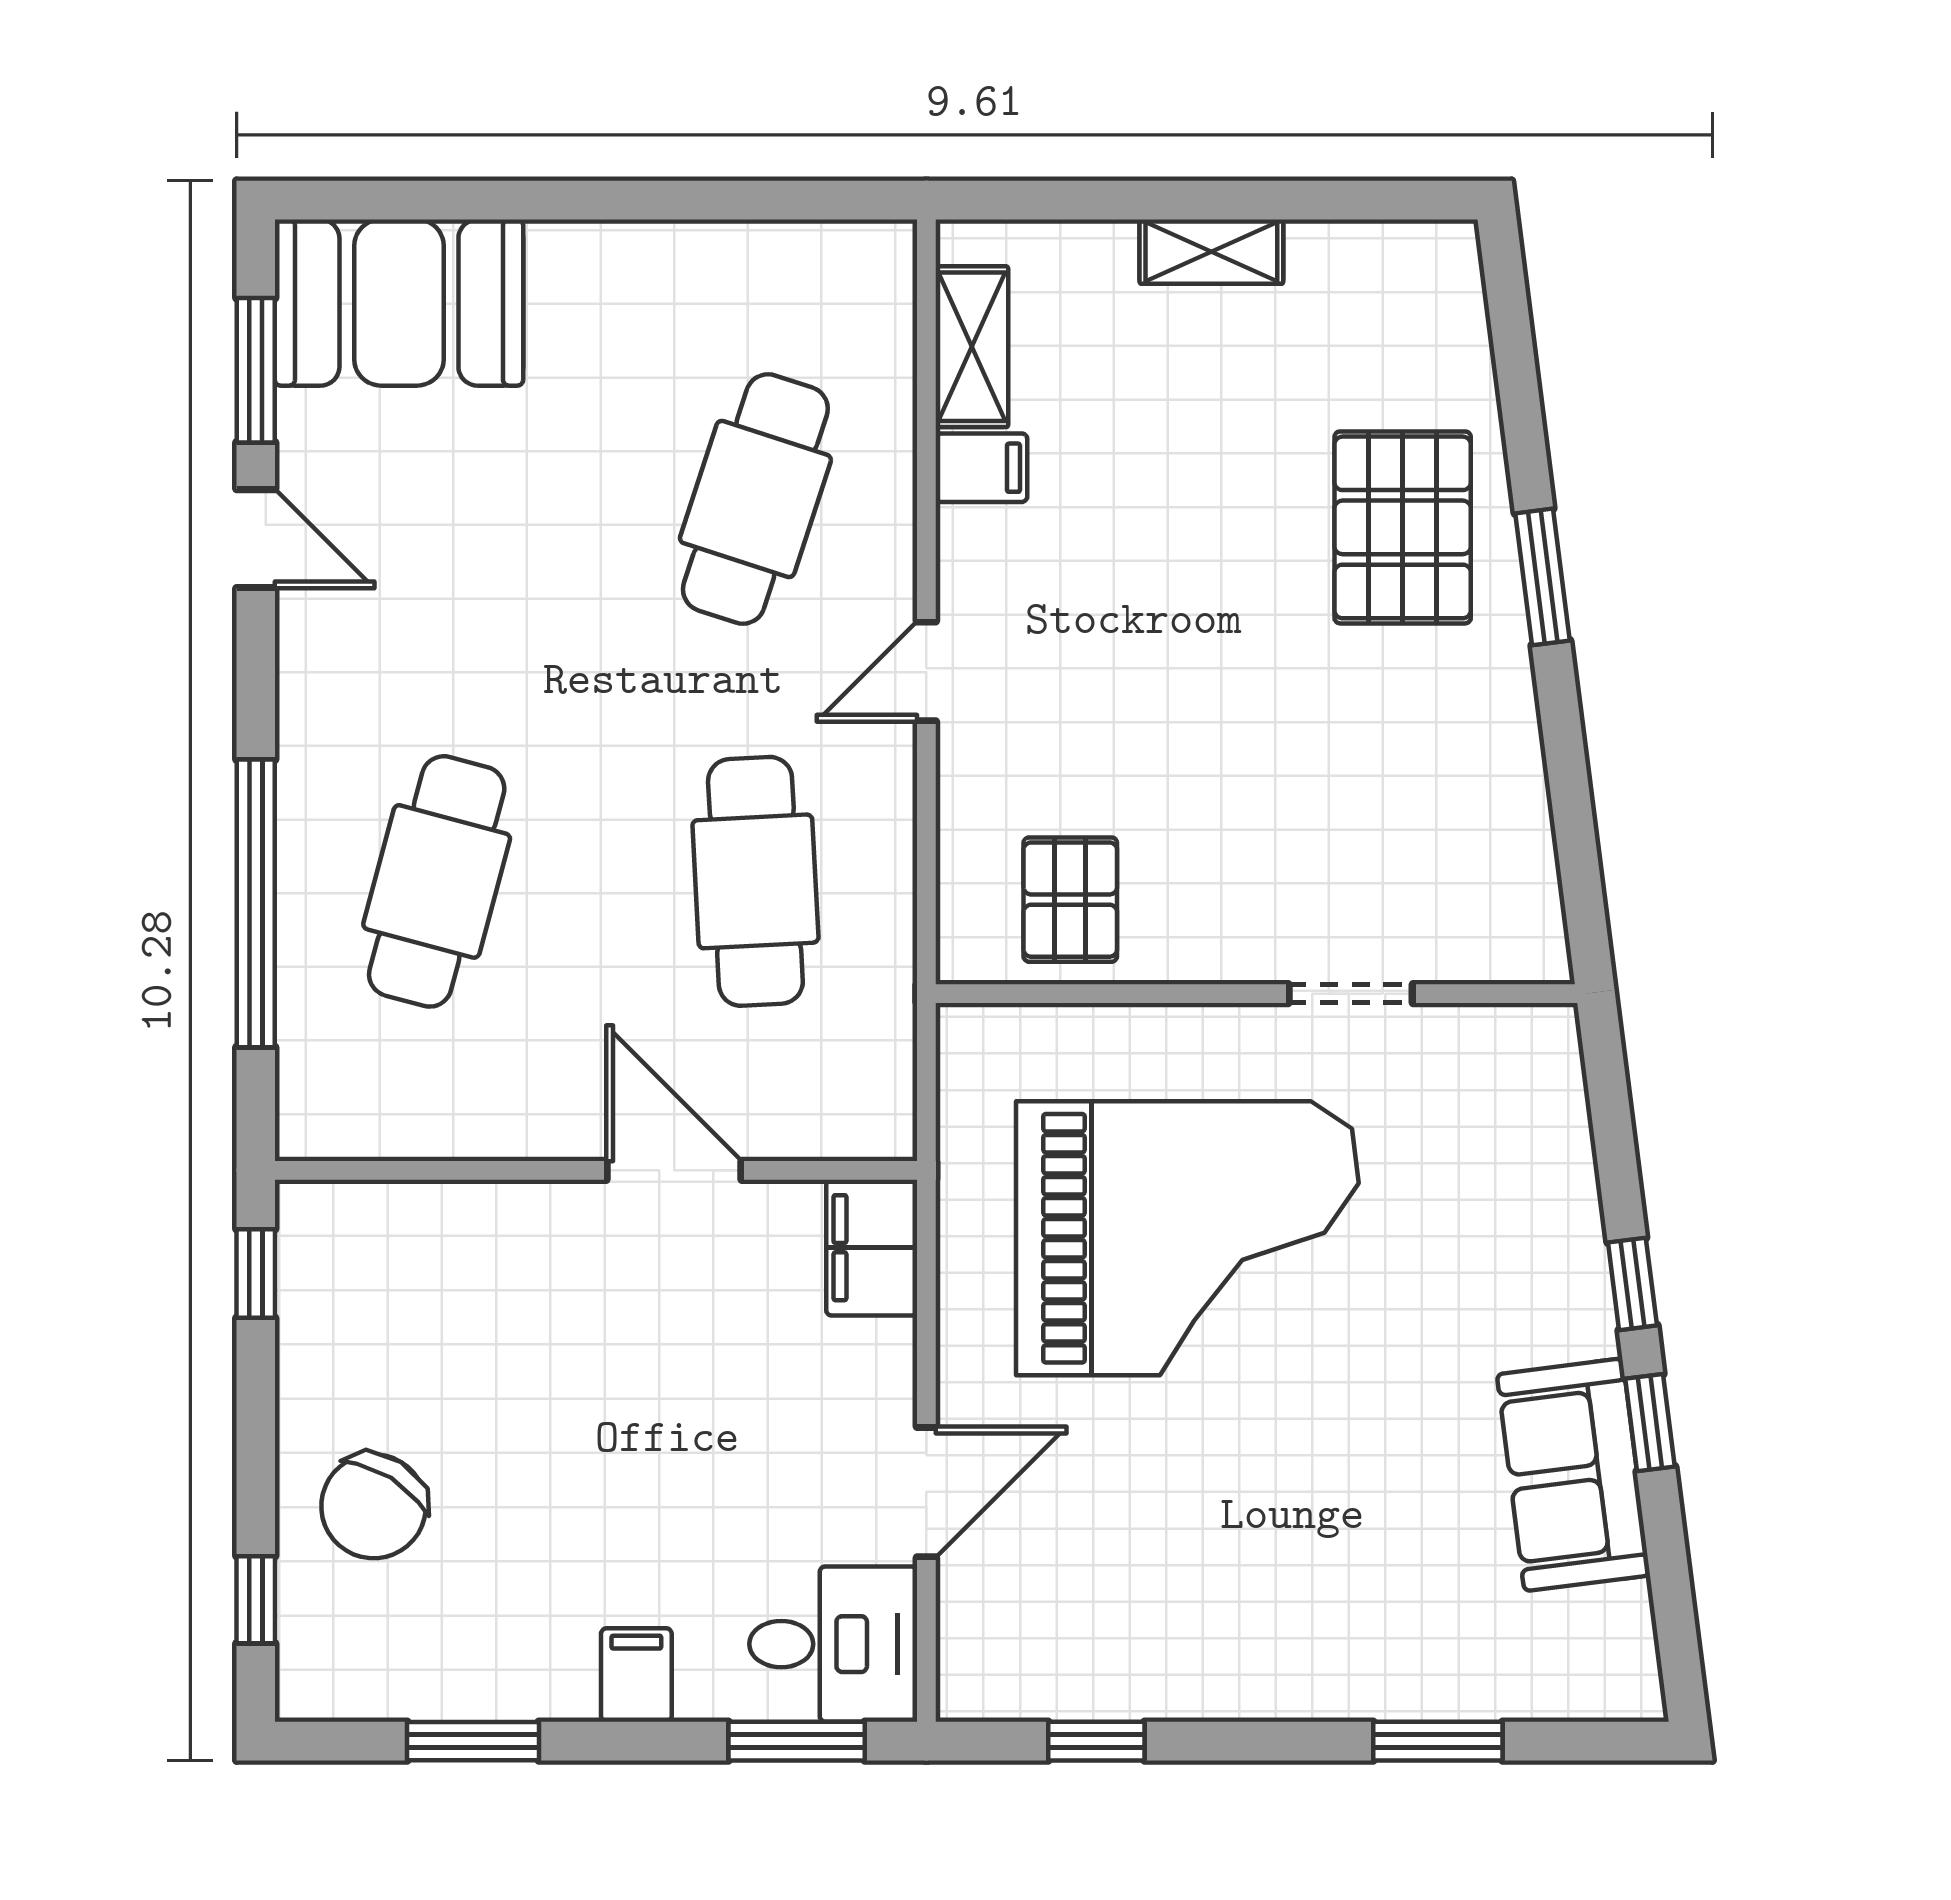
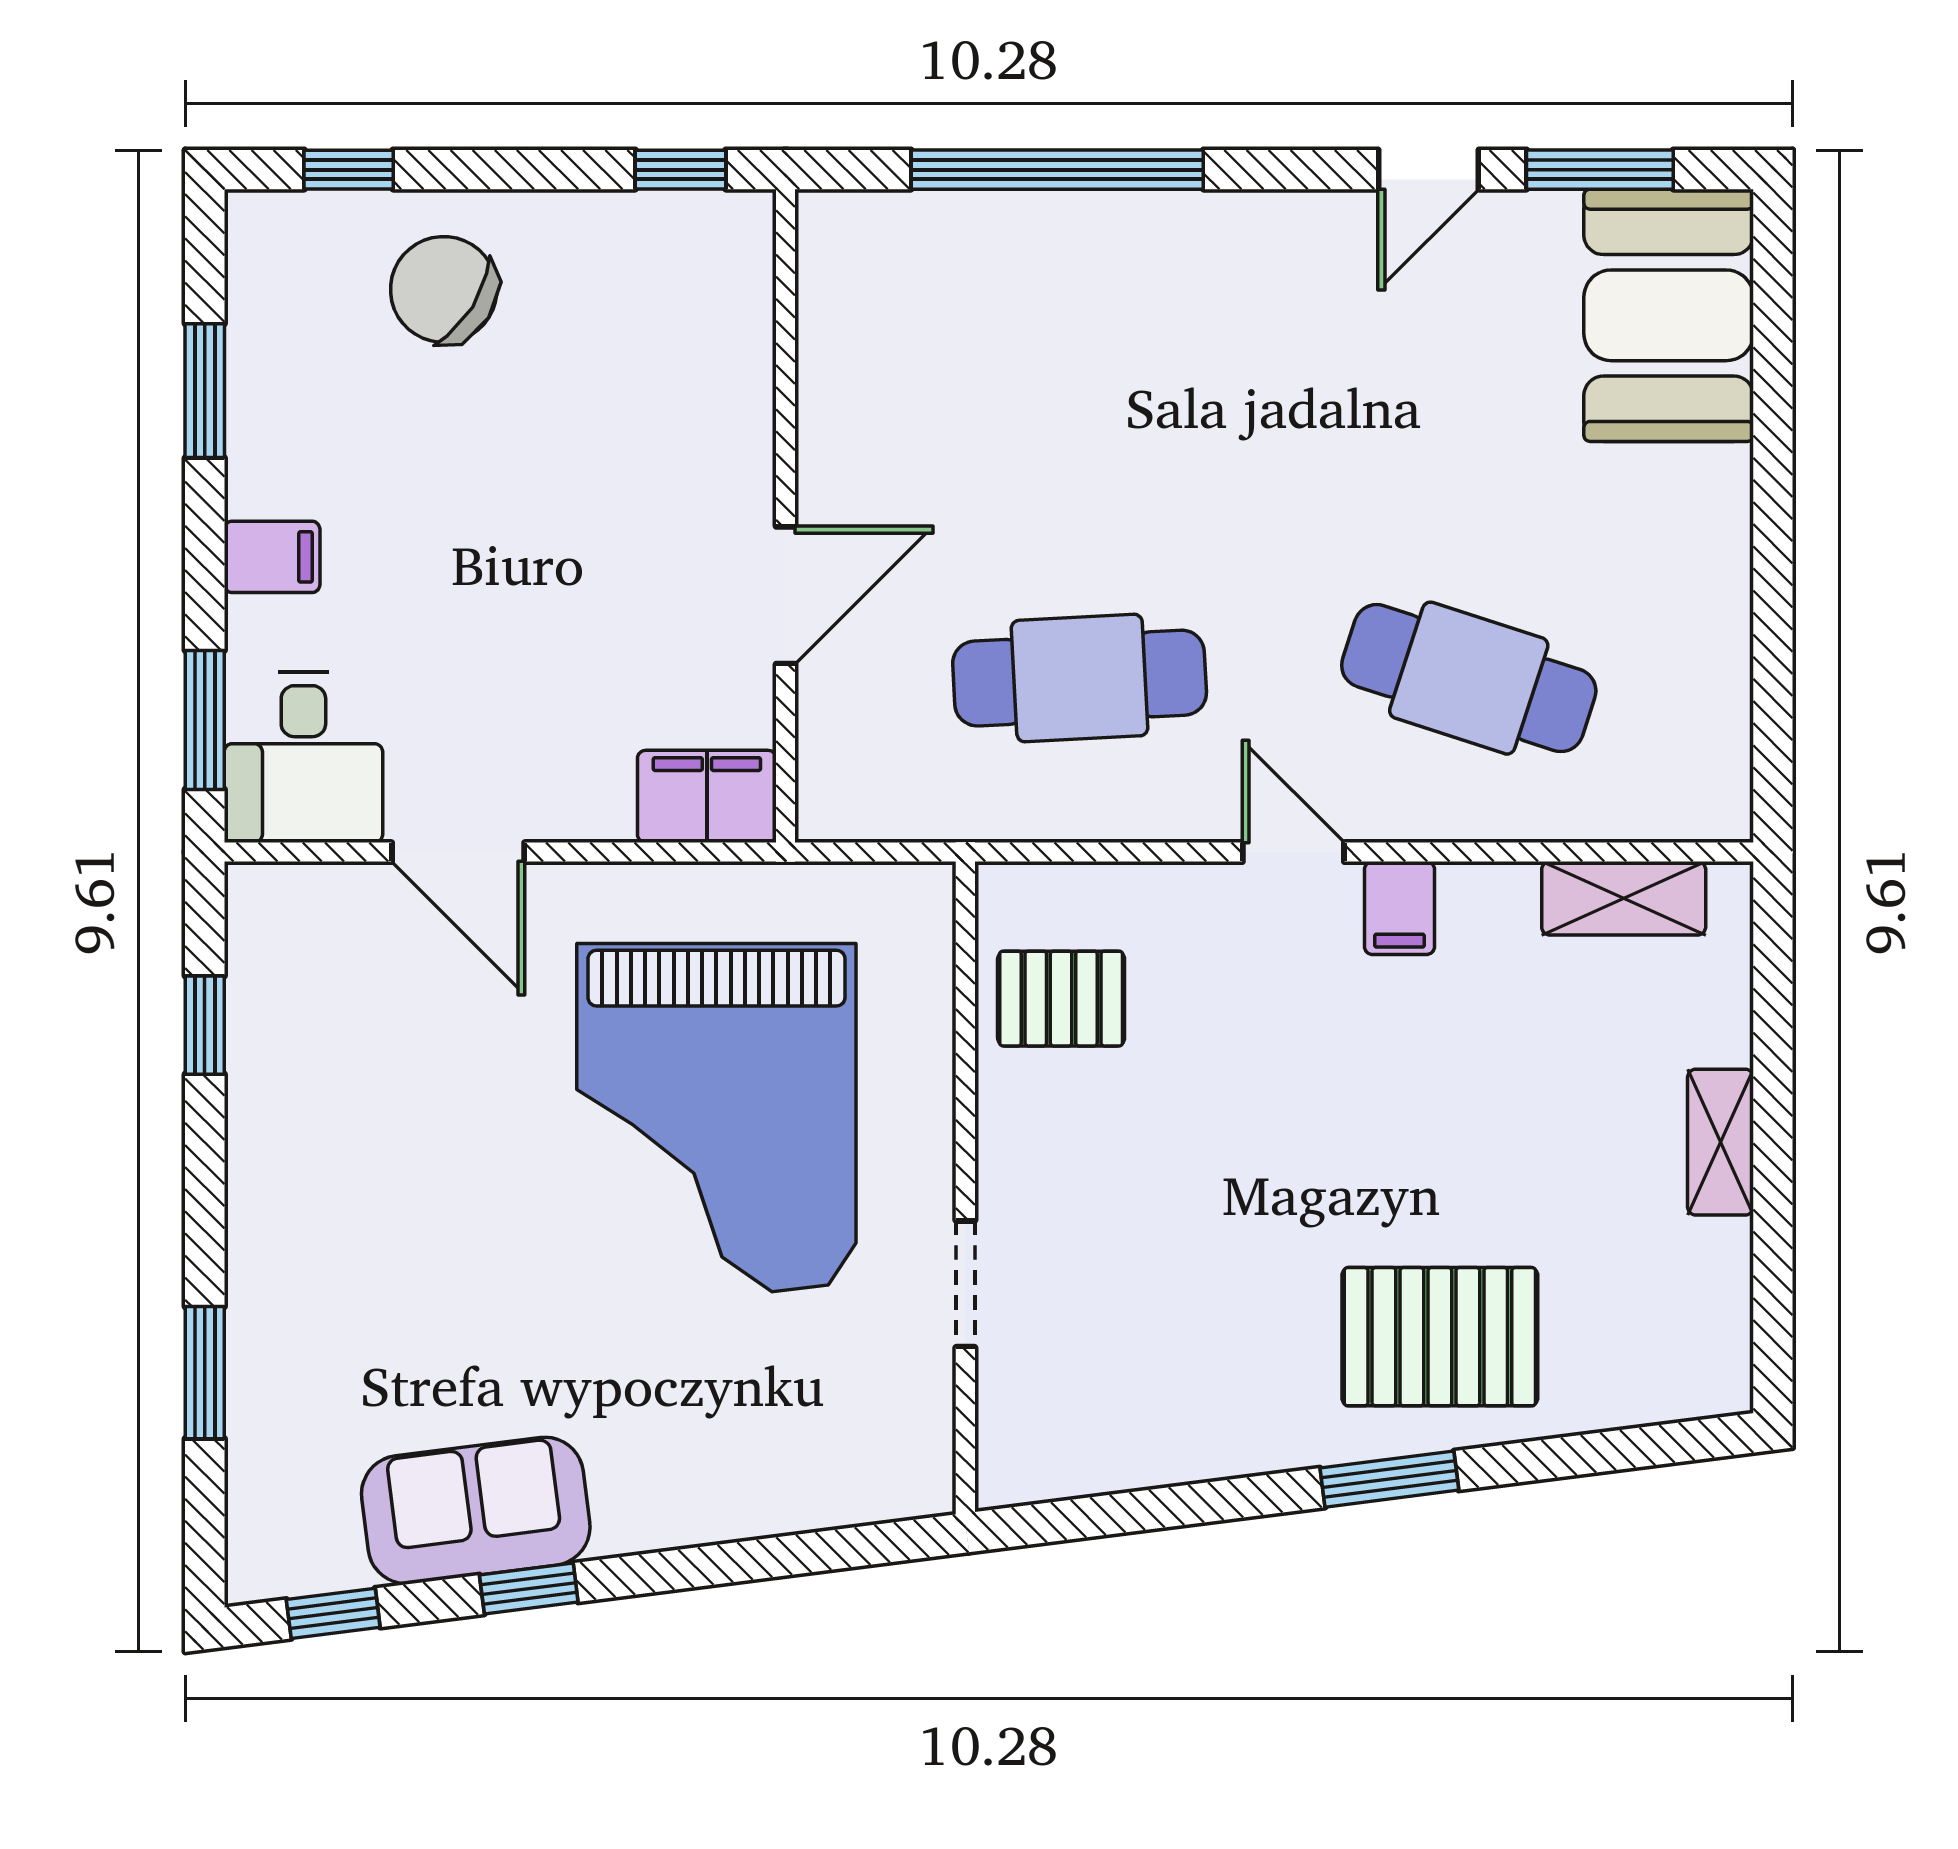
filing cabinet: (981, 468) -> (1400, 908), moved
cafe table: (437, 881) -> (1080, 354), removed
window: (1632, 1284) -> (333, 1613), moved

